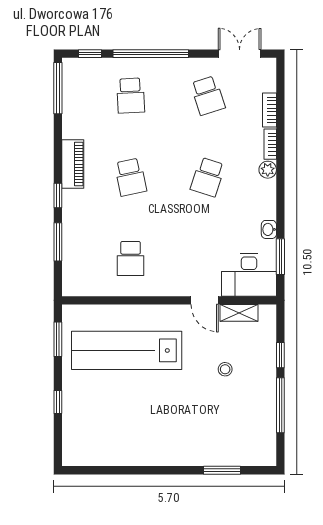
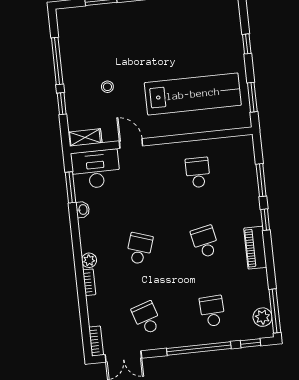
plant: (73, 82) -> (263, 317), added
bookcase: (269, 110) -> (96, 341), moved
shelving: (239, 313) -> (85, 137), moved

